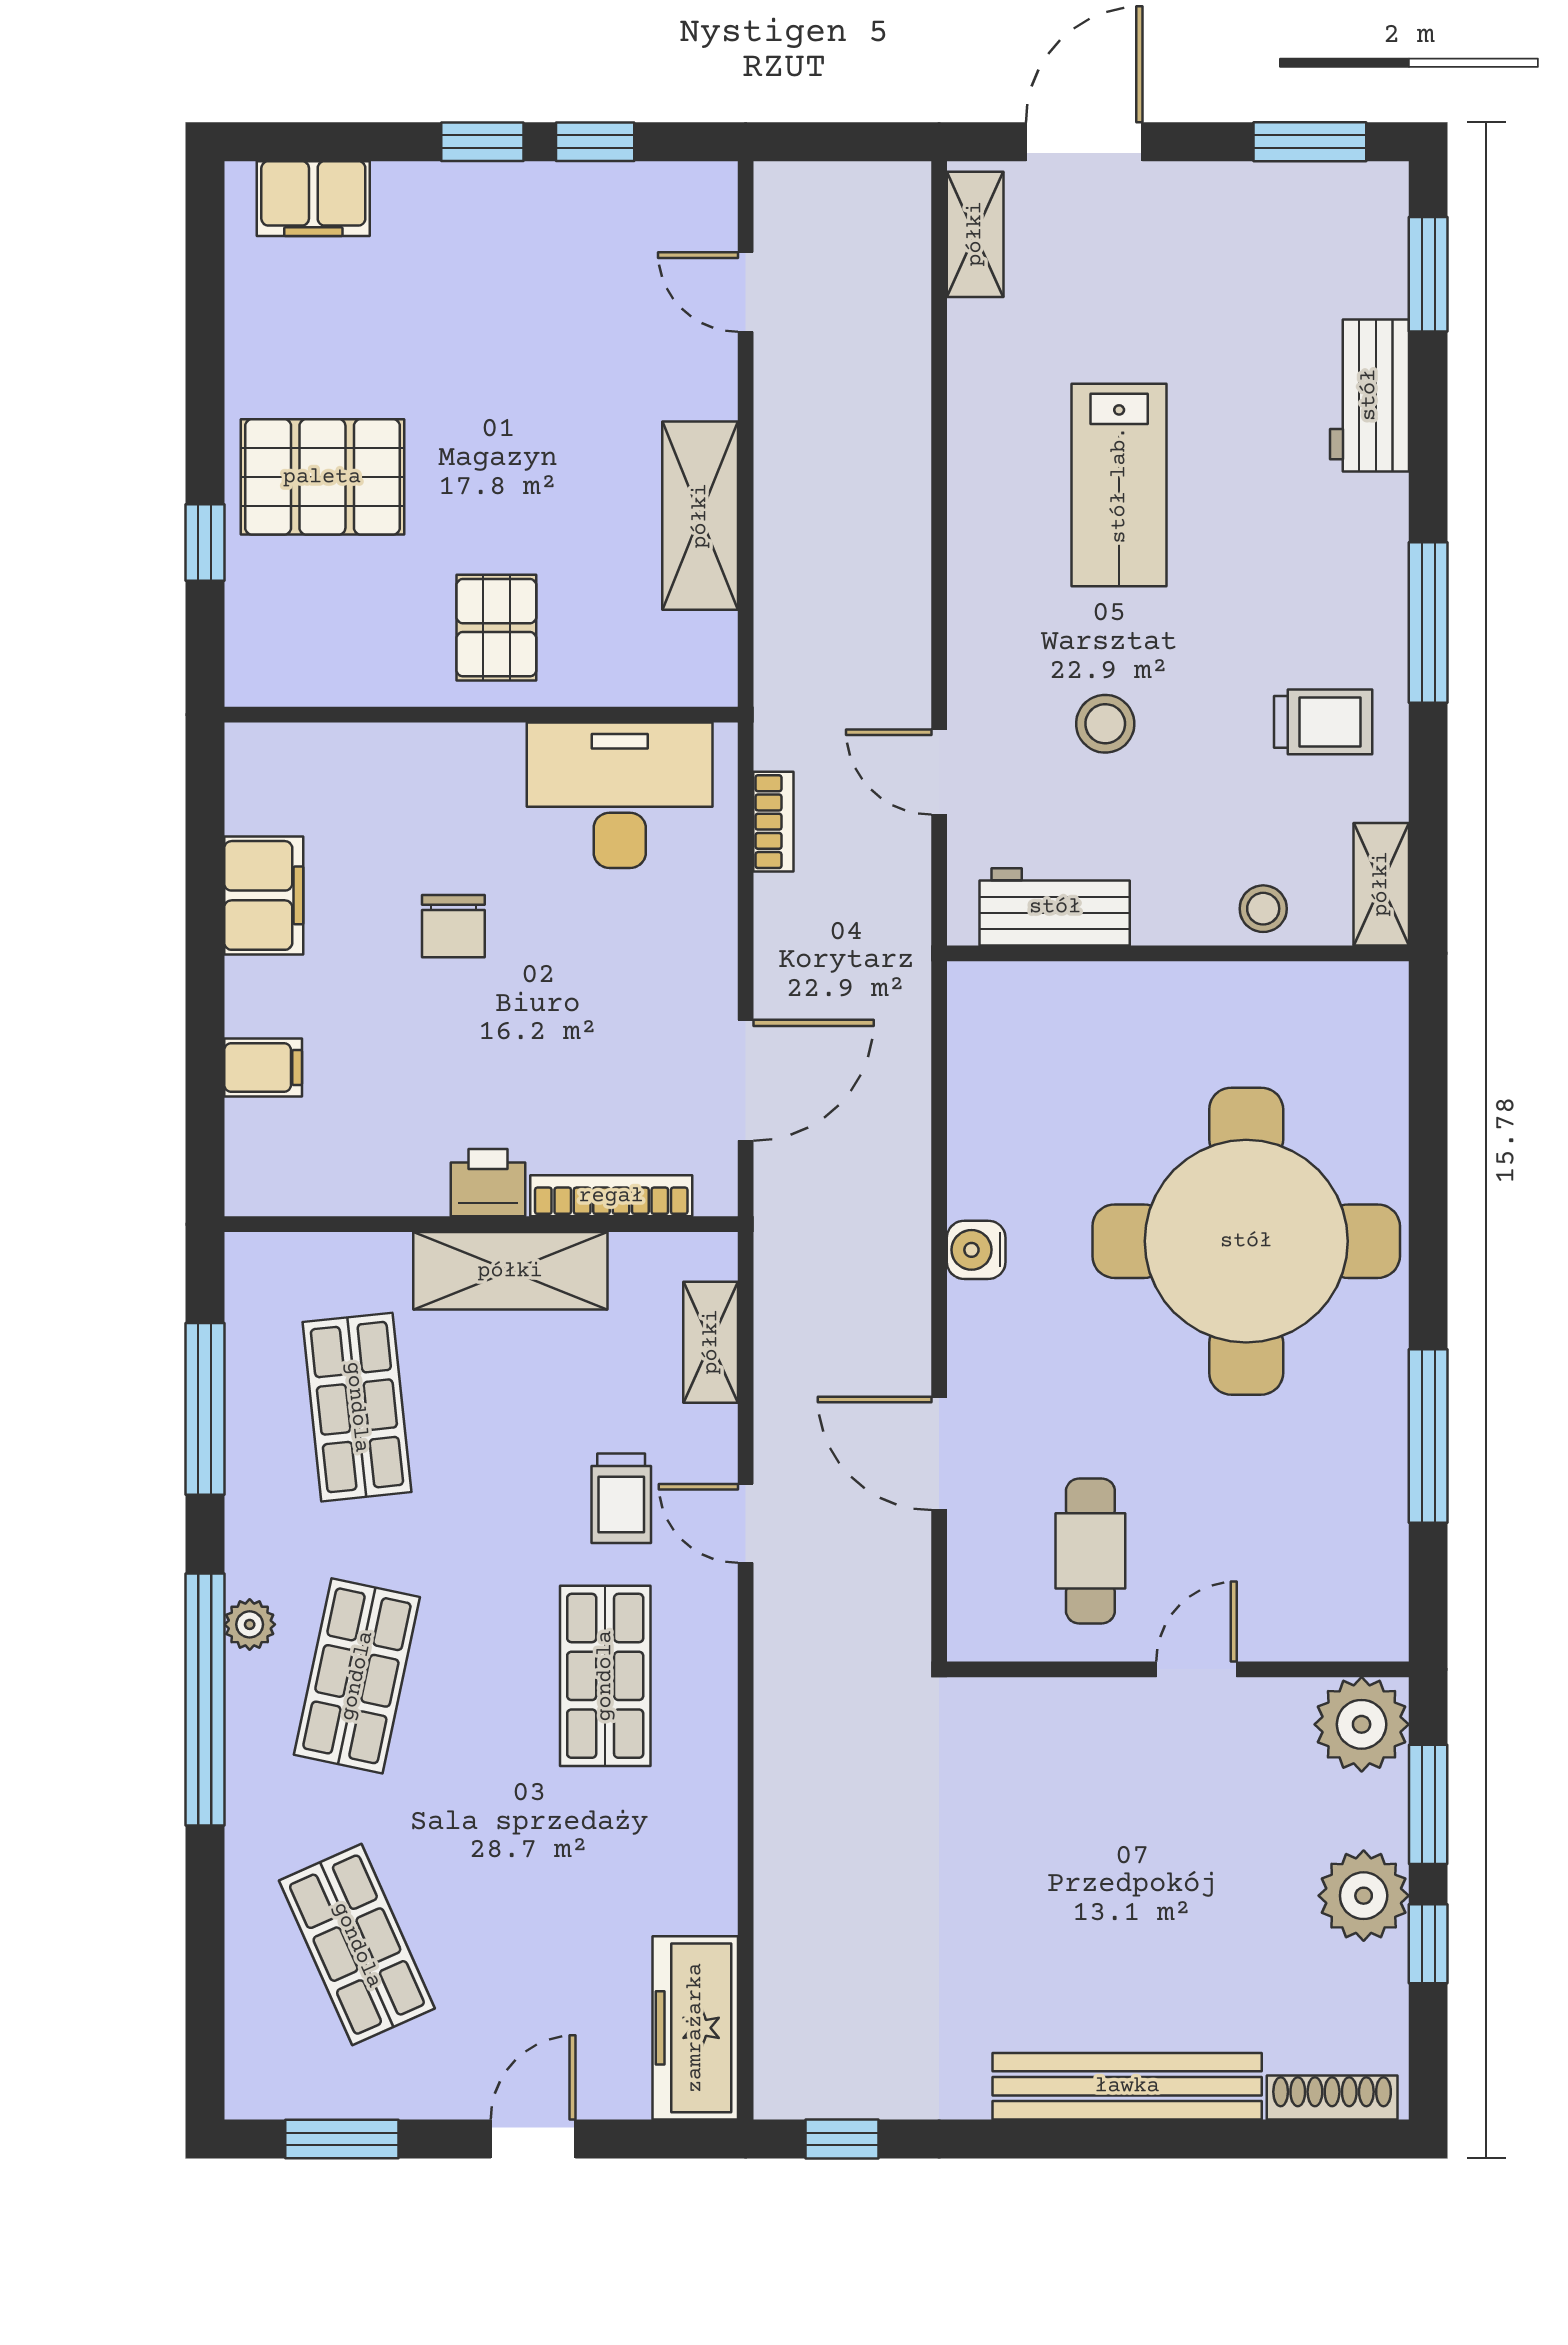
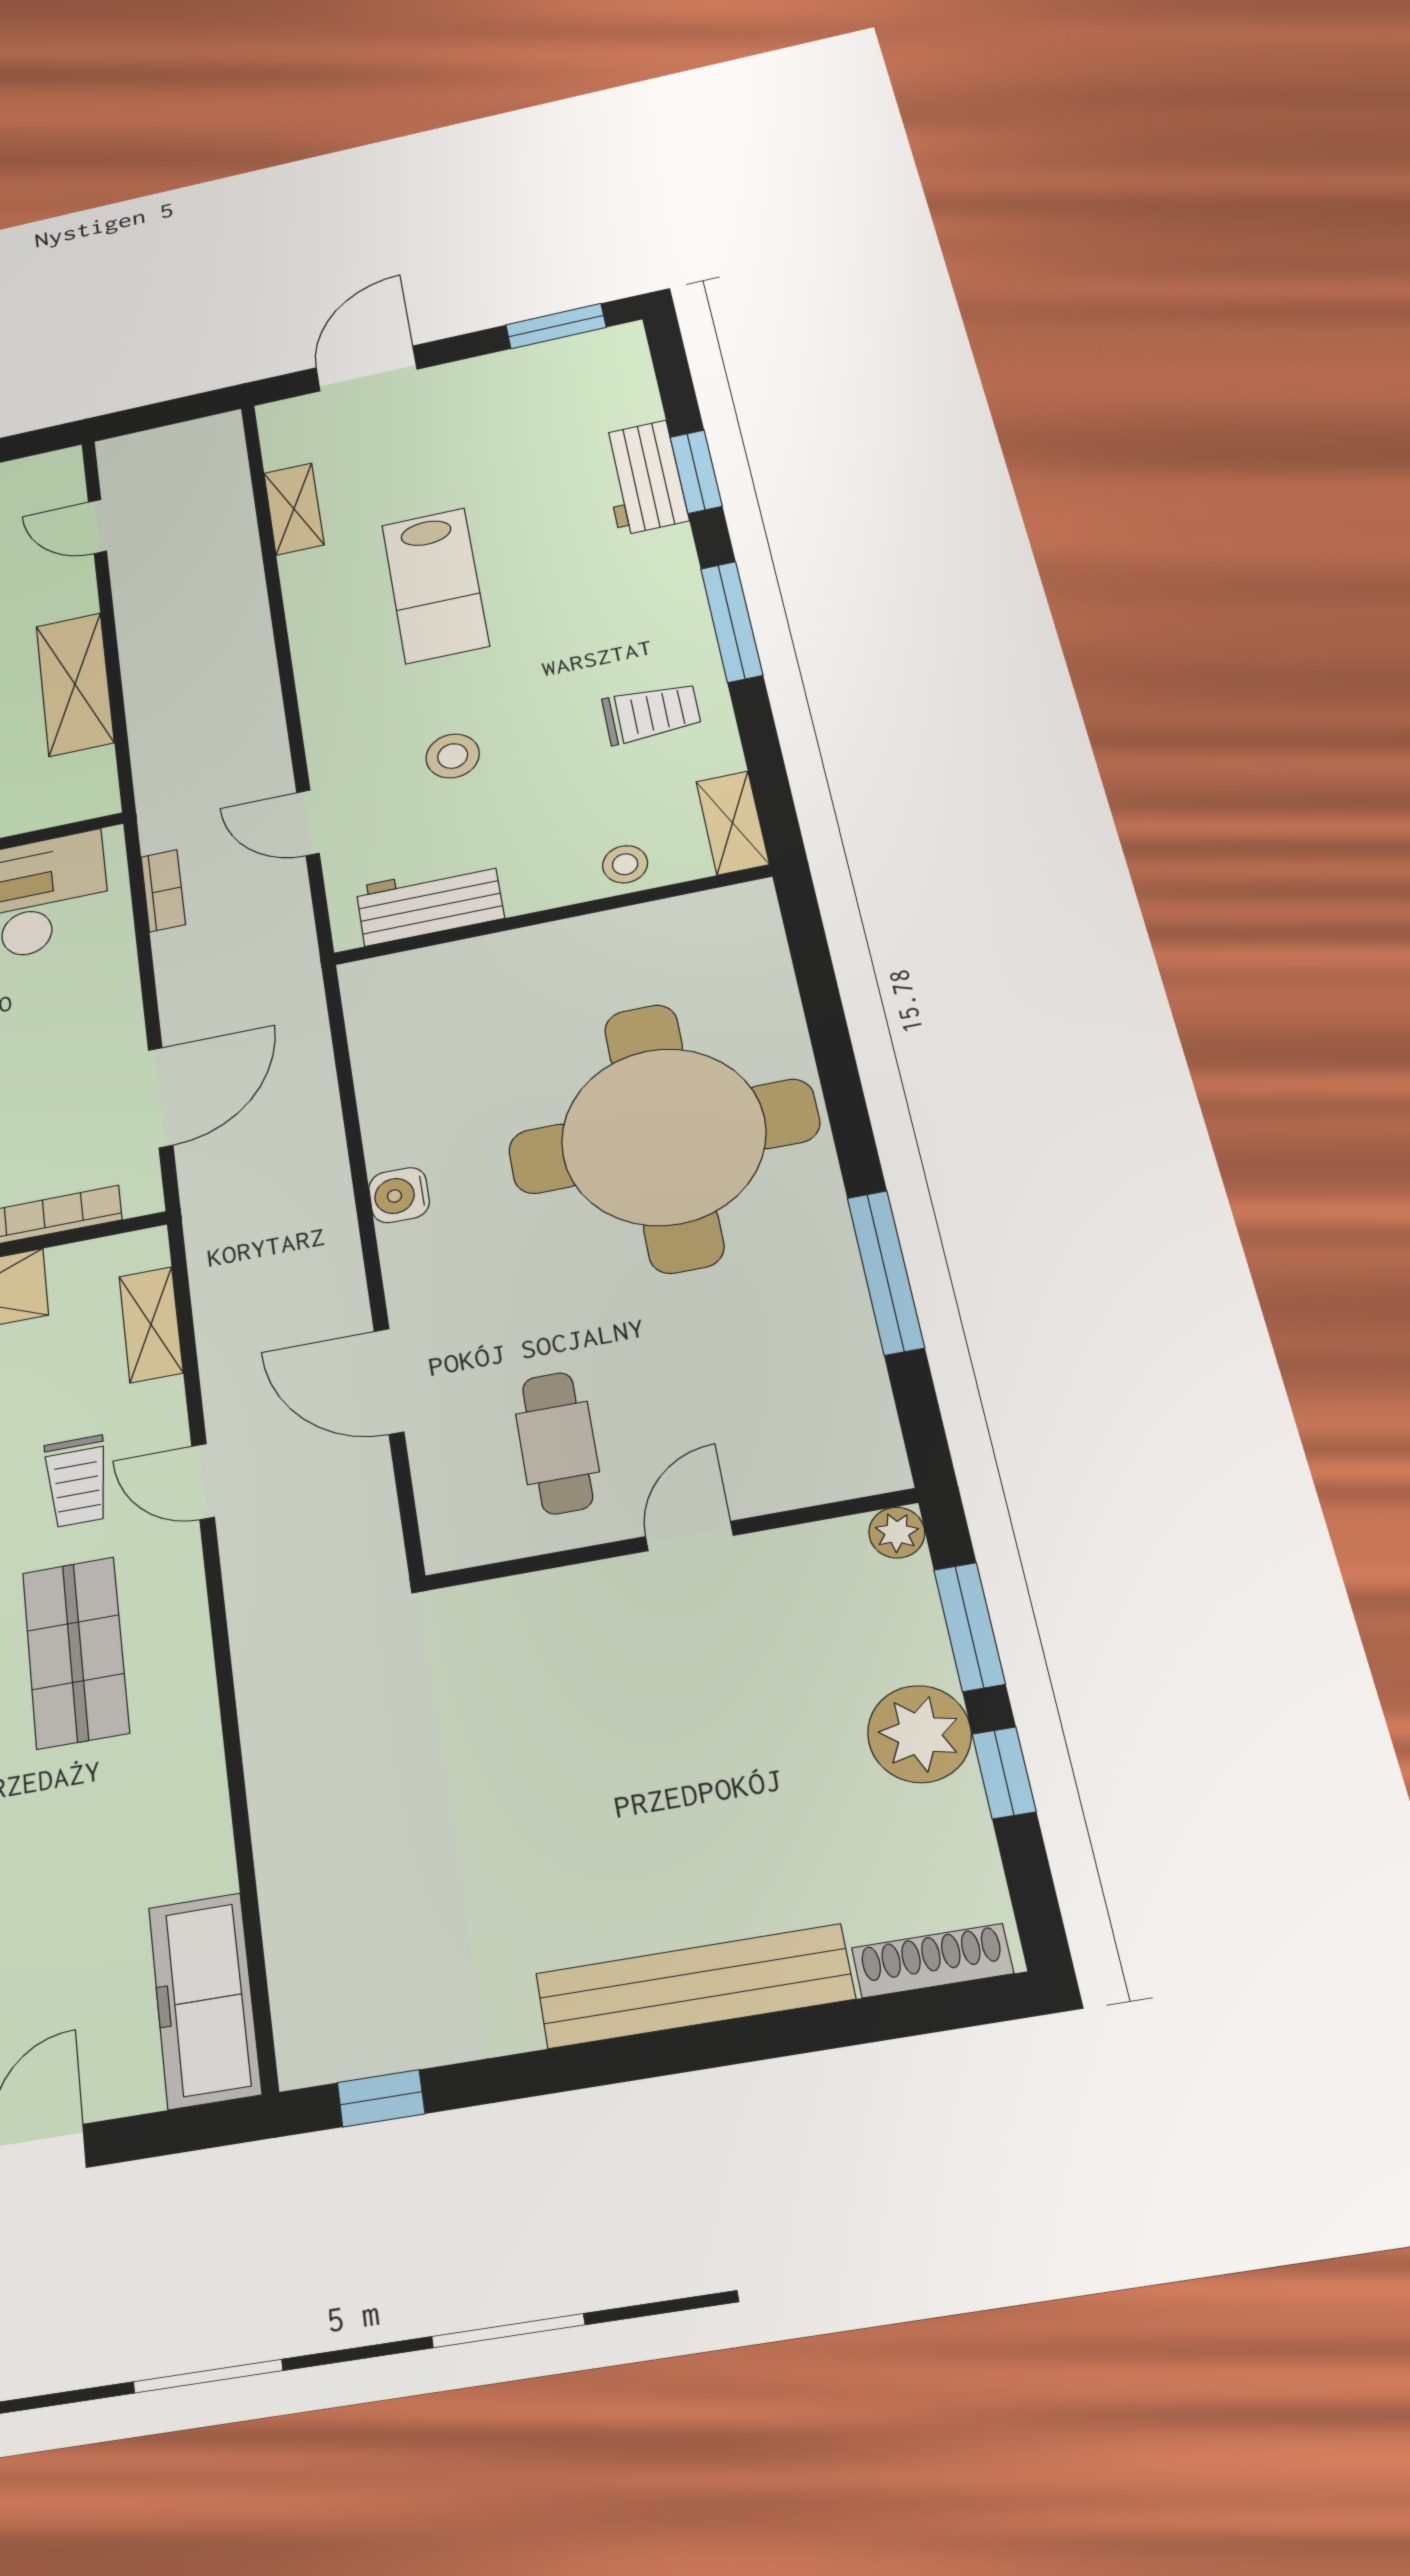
shelving: (975, 234) -> (294, 509), moved
window: (1428, 274) -> (696, 472), moved
plant: (1362, 1724) -> (897, 1533), width x0.53, depth x0.53

